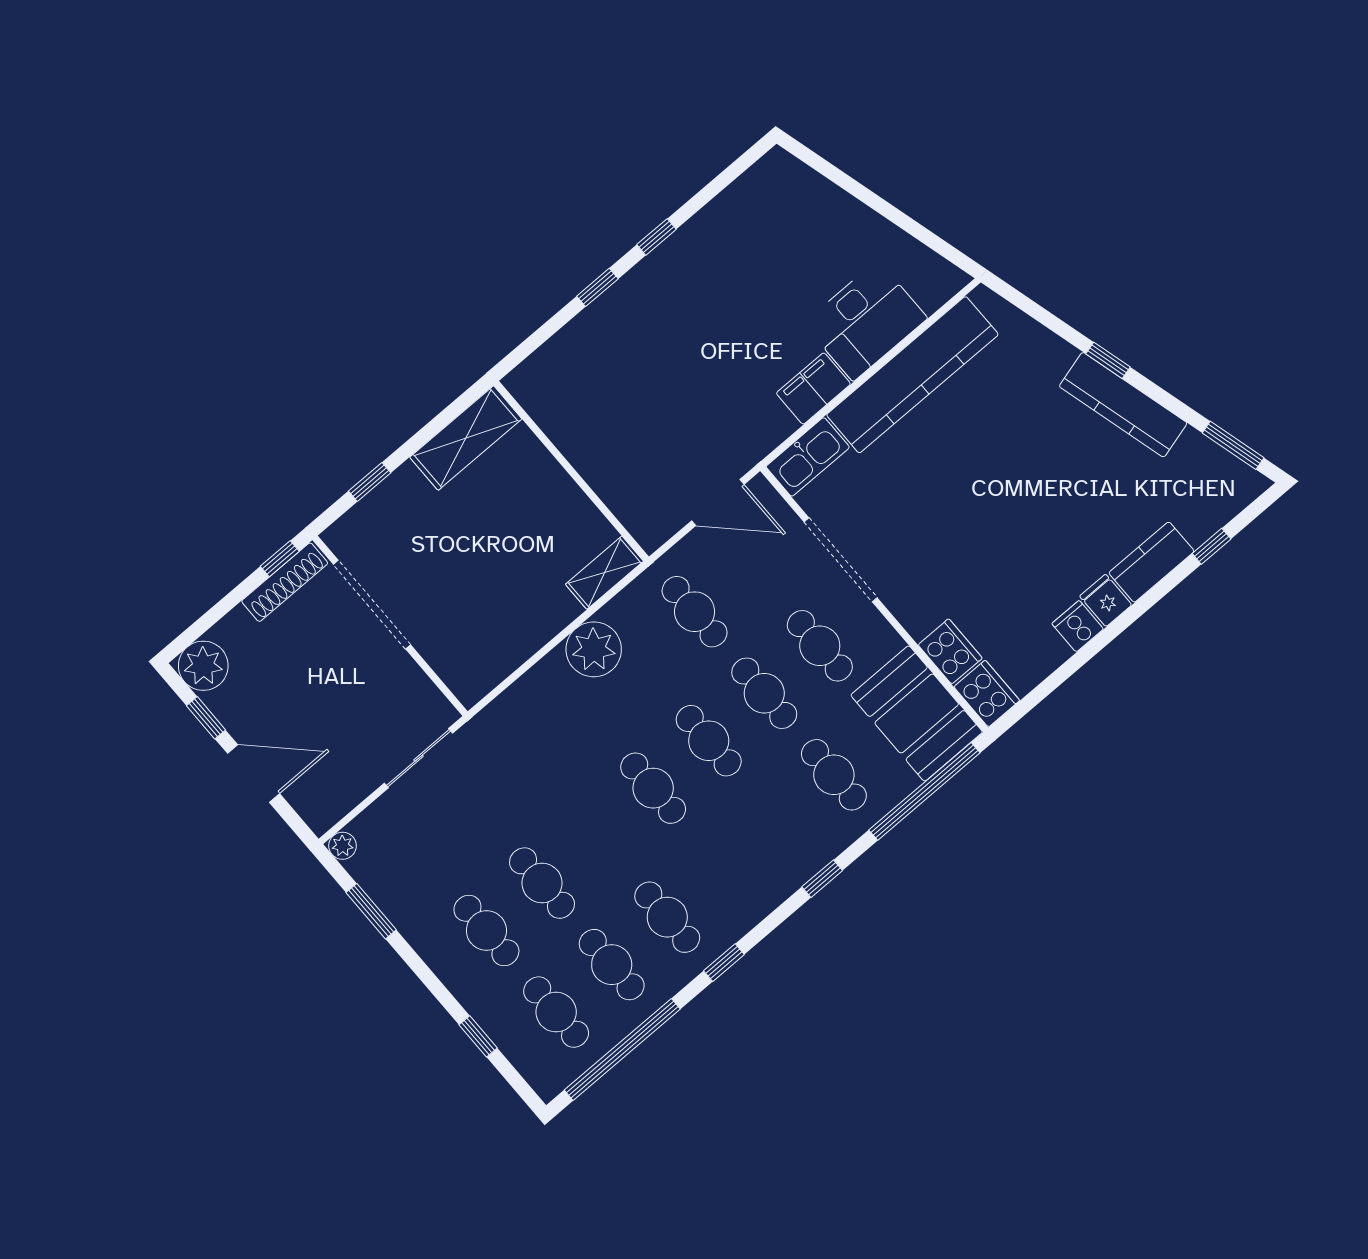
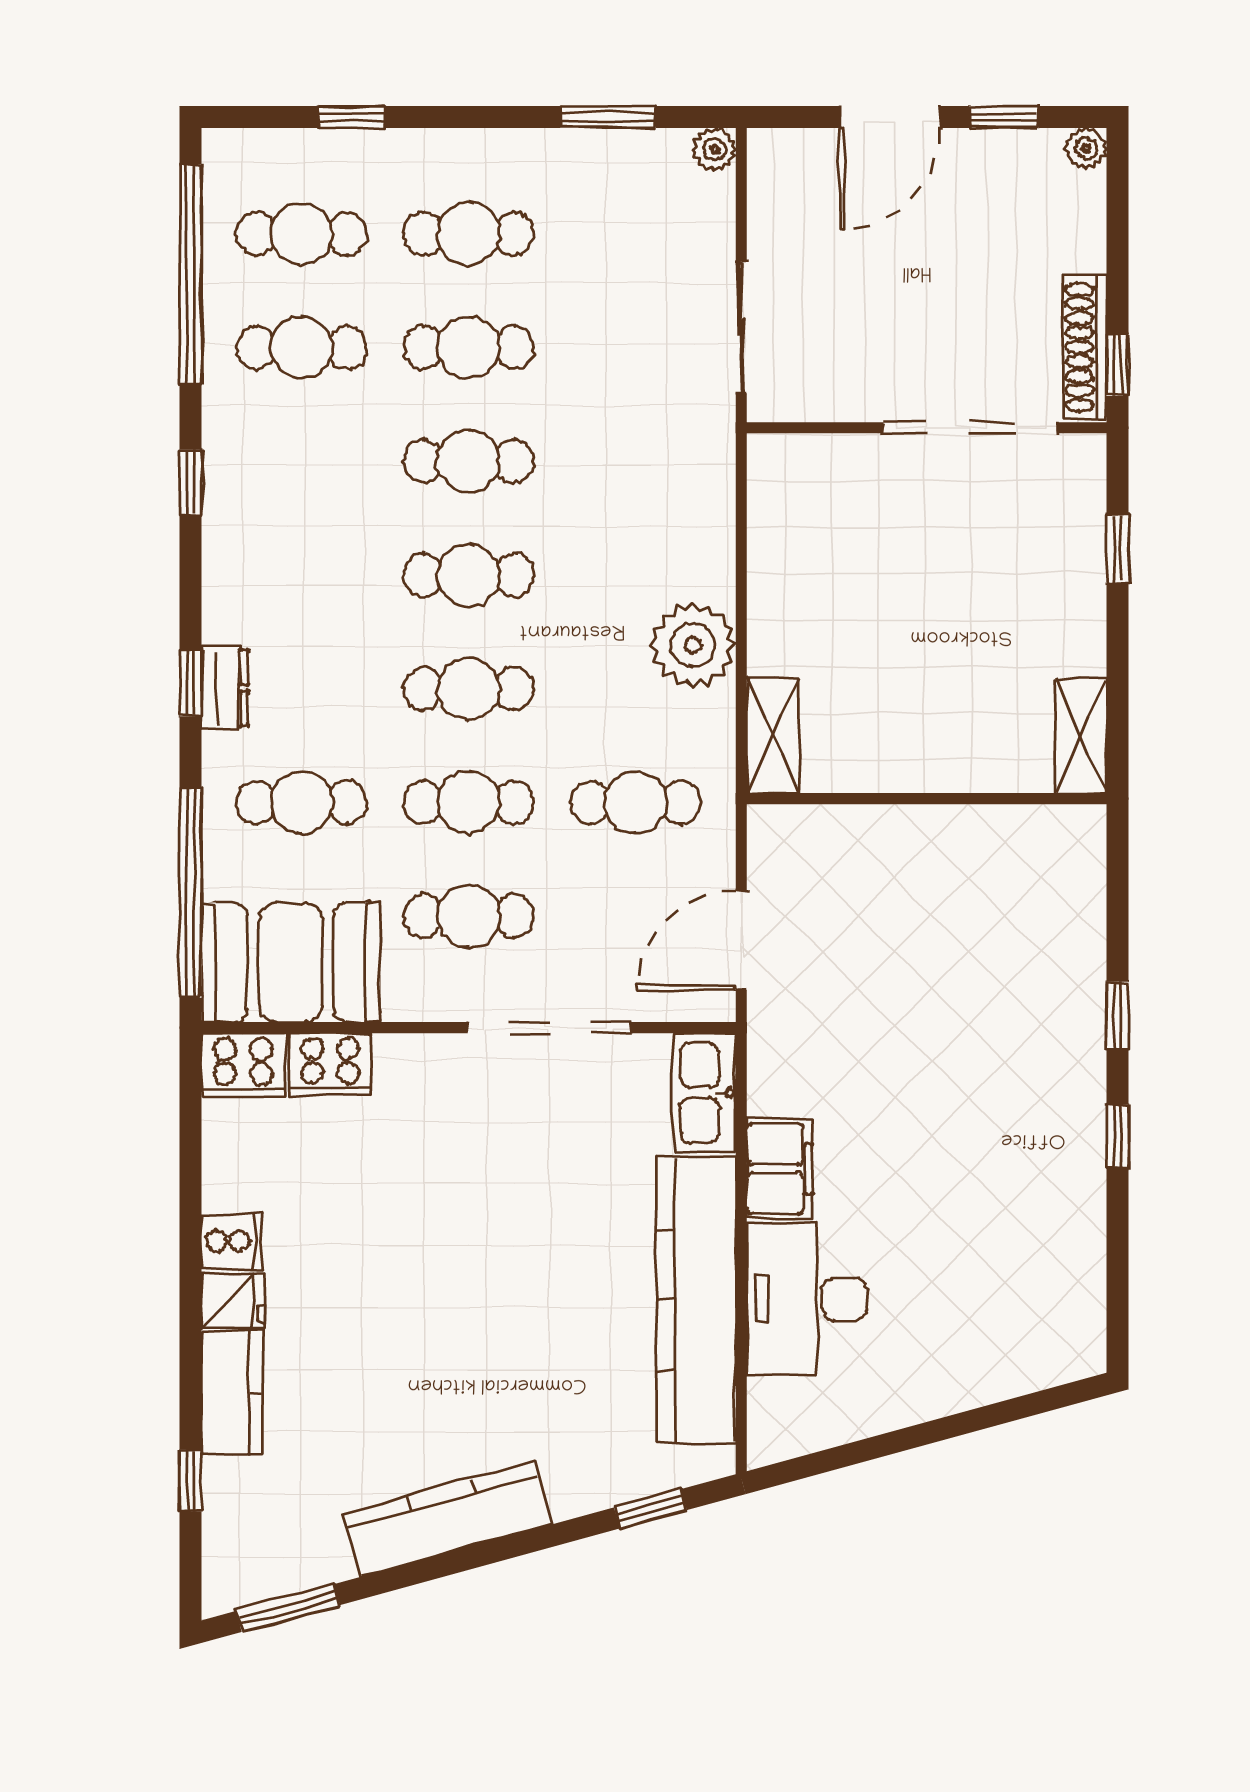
window: (1108, 360) -> (650, 1509), moved
shelving: (466, 438) -> (1081, 736), width x0.67, depth x0.75
plant: (203, 666) -> (1086, 148), width x0.53, depth x0.53
dresser: (810, 860) -> (225, 688), added
cafe table: (667, 917) -> (469, 461), moved

